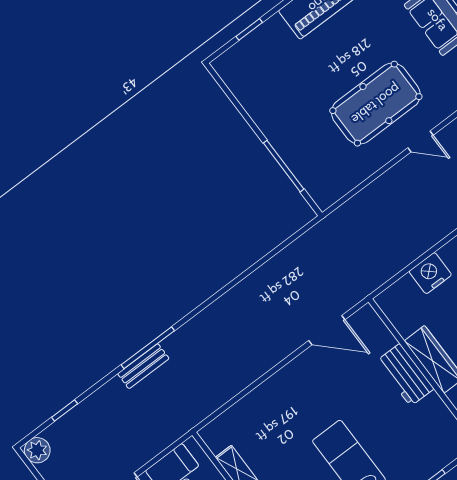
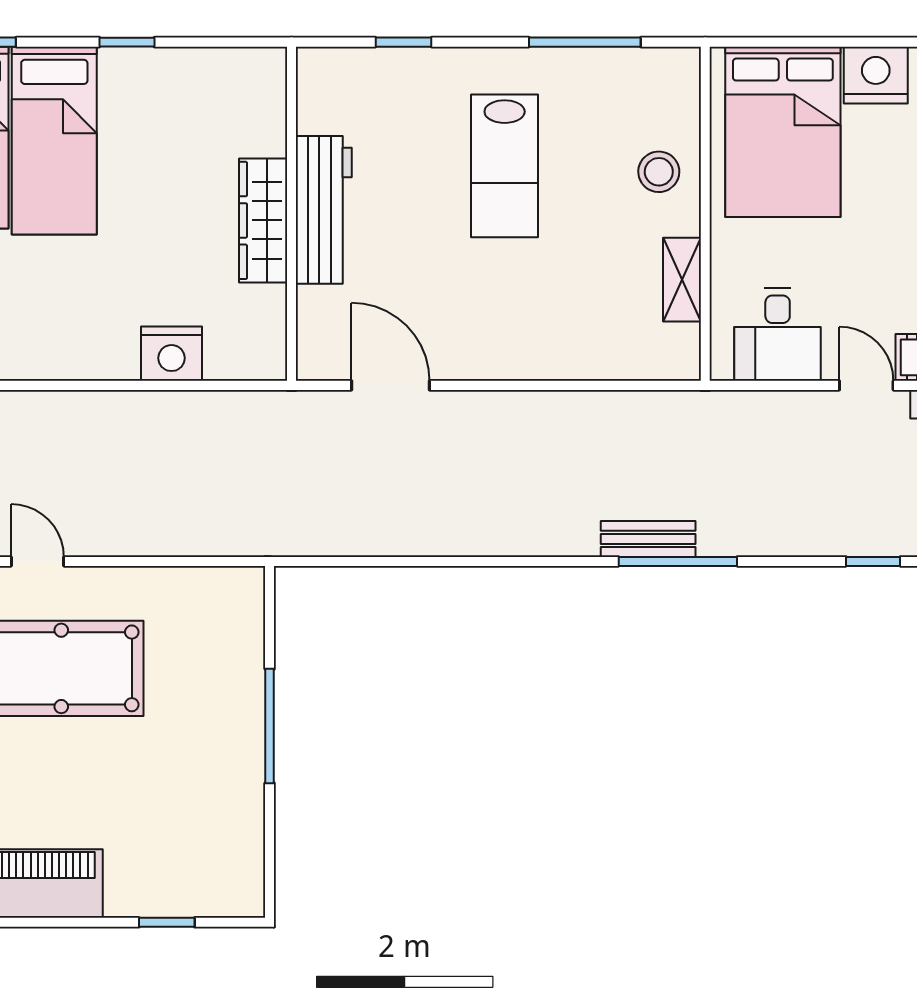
window: (284, 166) -> (270, 726), moved
bench: (143, 366) -> (648, 539), moved
workbench: (405, 375) -> (324, 210), width x1.37

